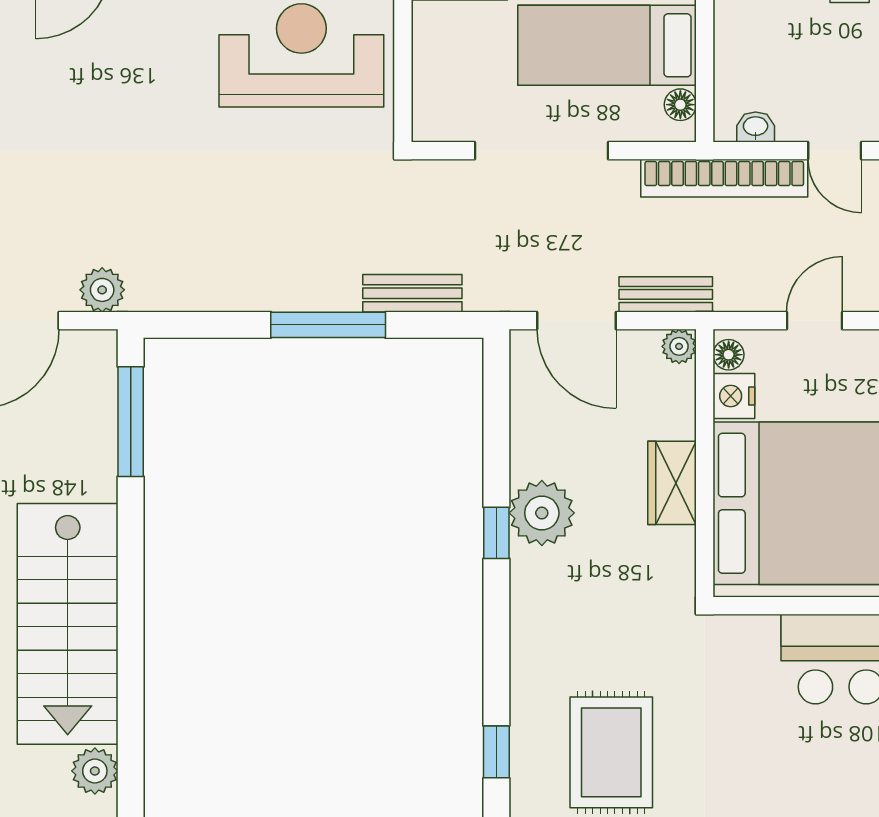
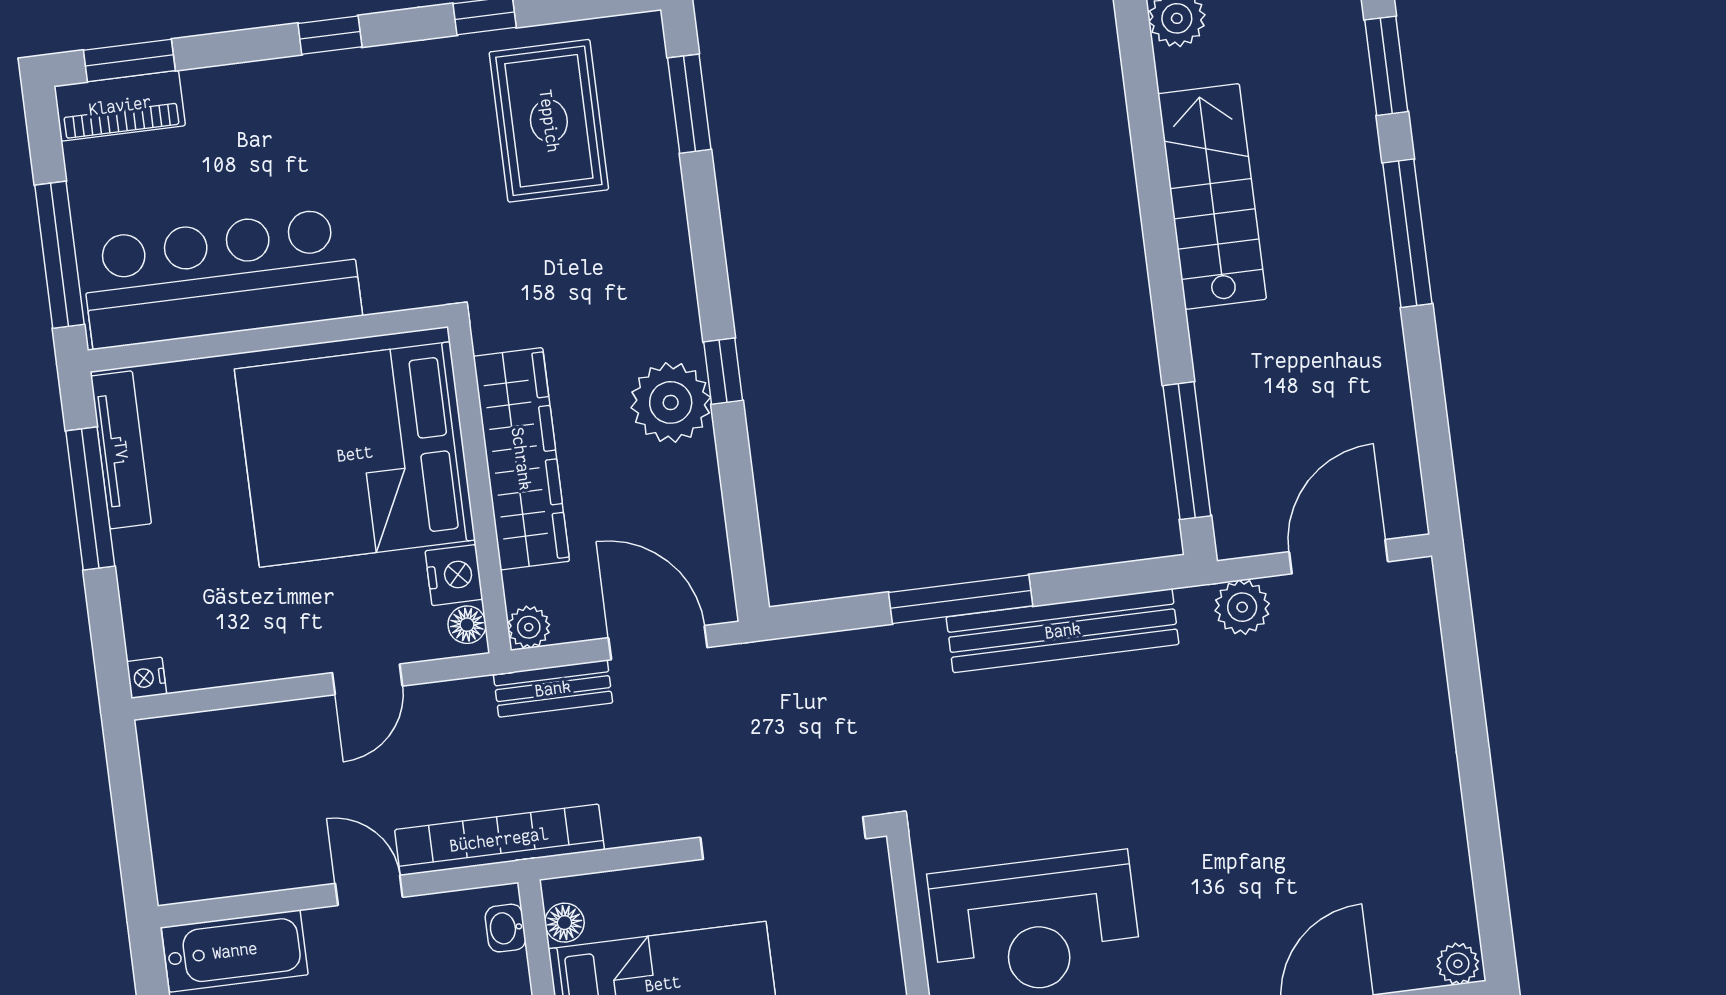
washbasin: (756, 127) -> (506, 928), moved, turned 90
doorway: (541, 151) -> (783, 838), moved
bench: (412, 293) -> (1063, 631), moved, width x1.86, depth x1.21
wardrobe: (672, 483) -> (521, 459), width x2.10, depth x1.17
stairs: (68, 624) -> (1212, 196), width x0.73, depth x0.66
window: (496, 752) -> (689, 104), width x1.50

